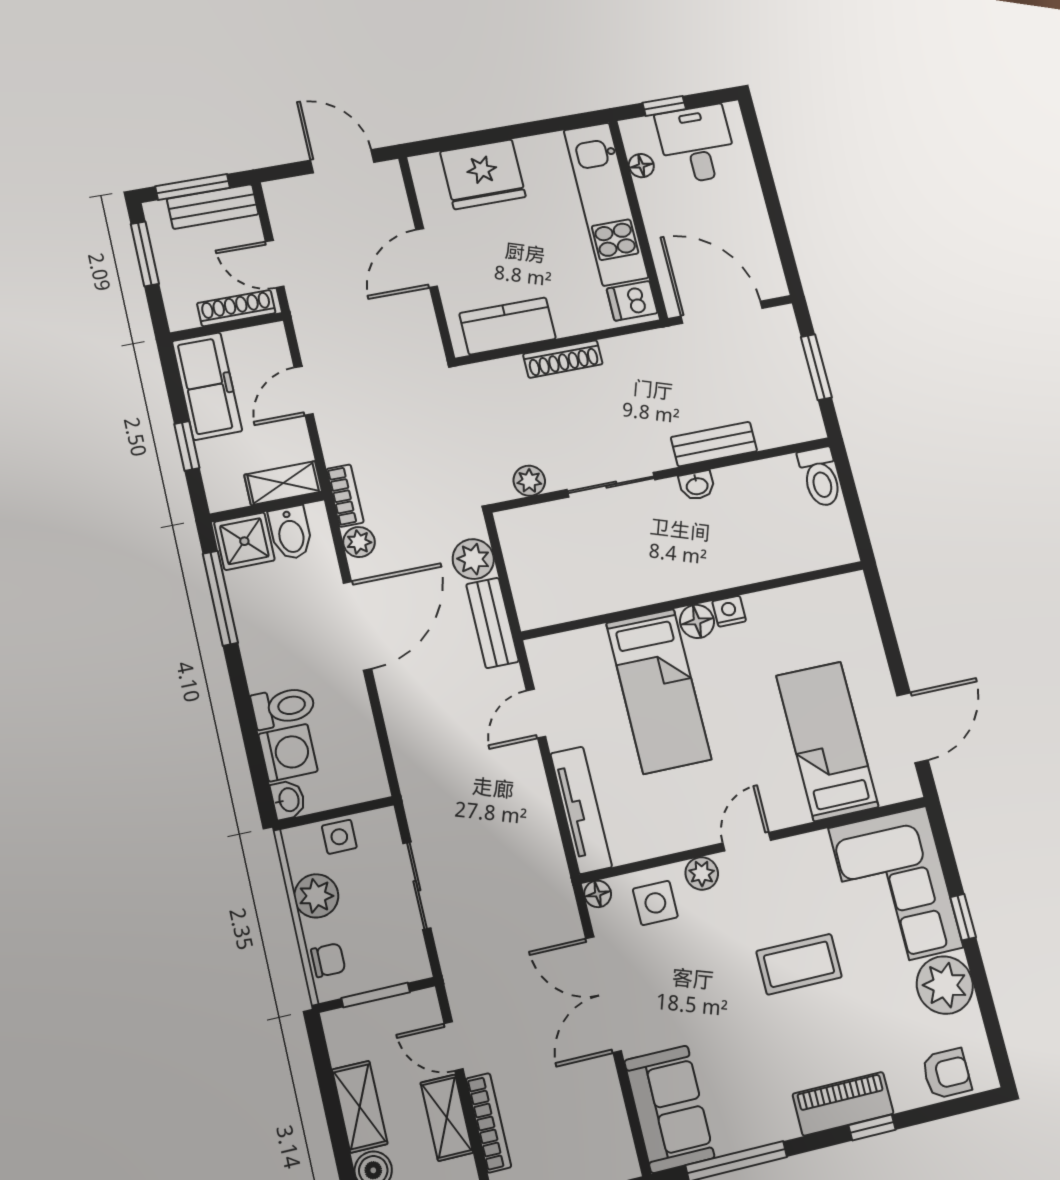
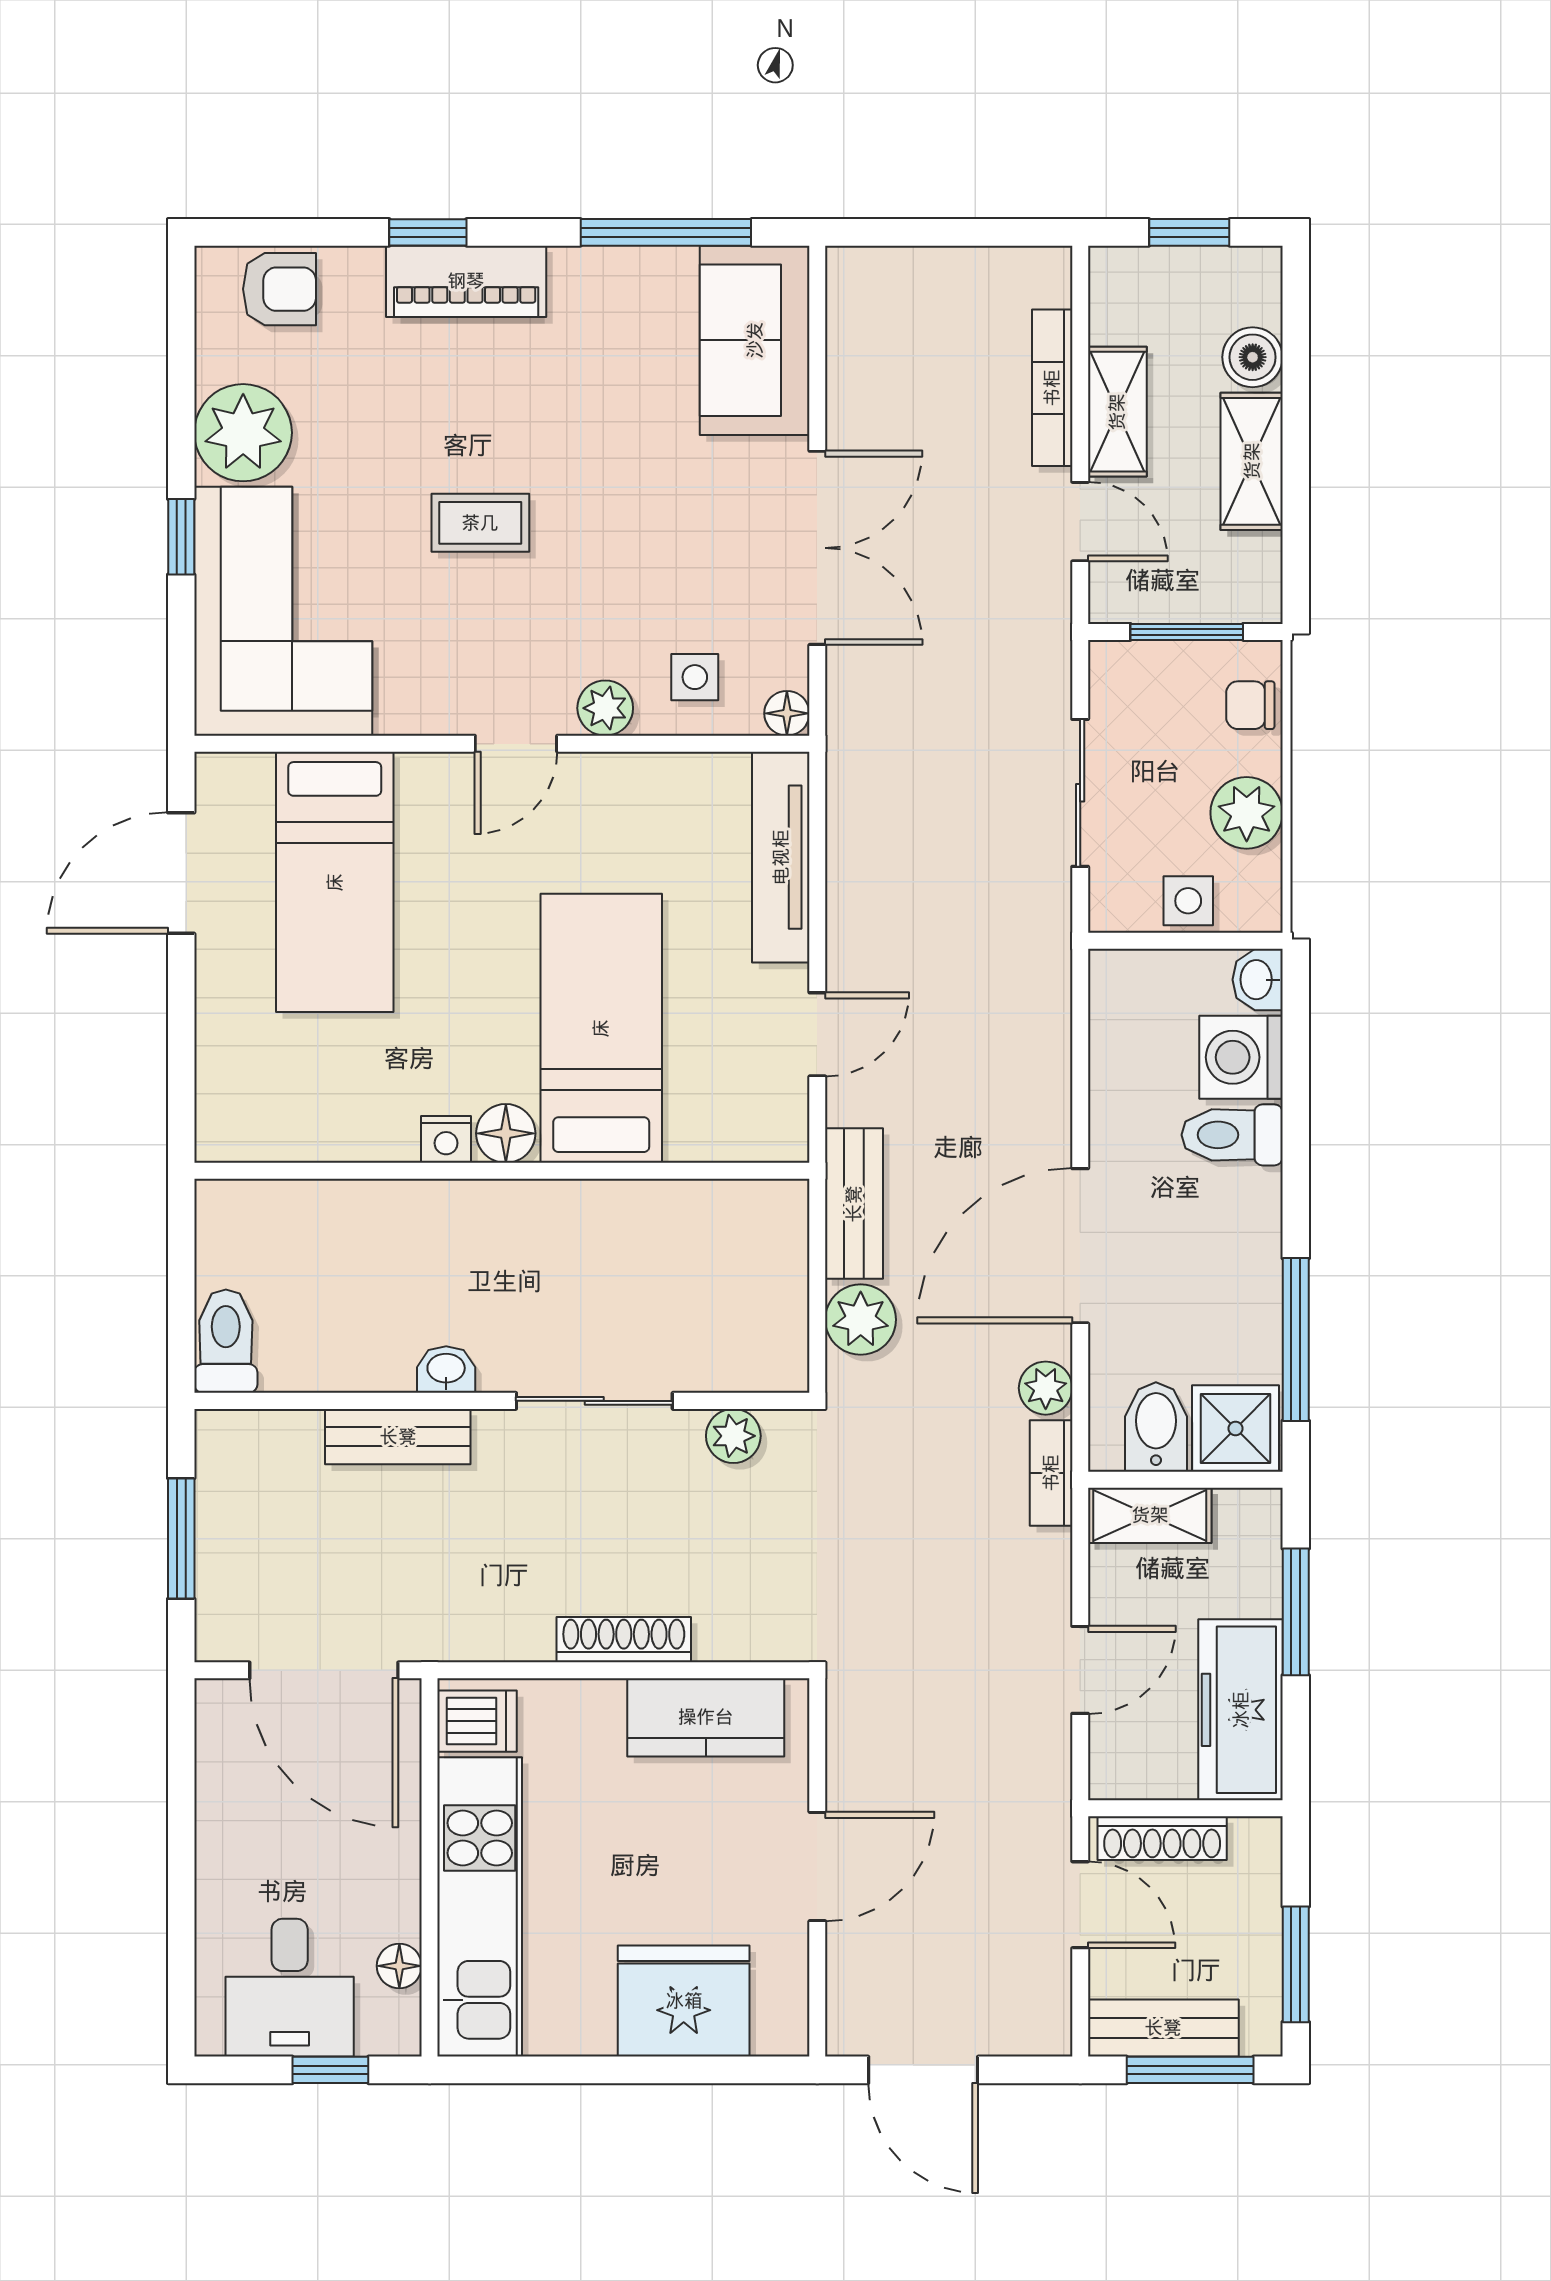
window: (187, 446) -> (1296, 1612), width x1.50
side table: (655, 903) -> (695, 677), width x0.73, depth x0.73
coffee table: (799, 964) -> (480, 523), width x0.73, depth x0.77
armchair: (947, 1073) -> (279, 289), turned 180

